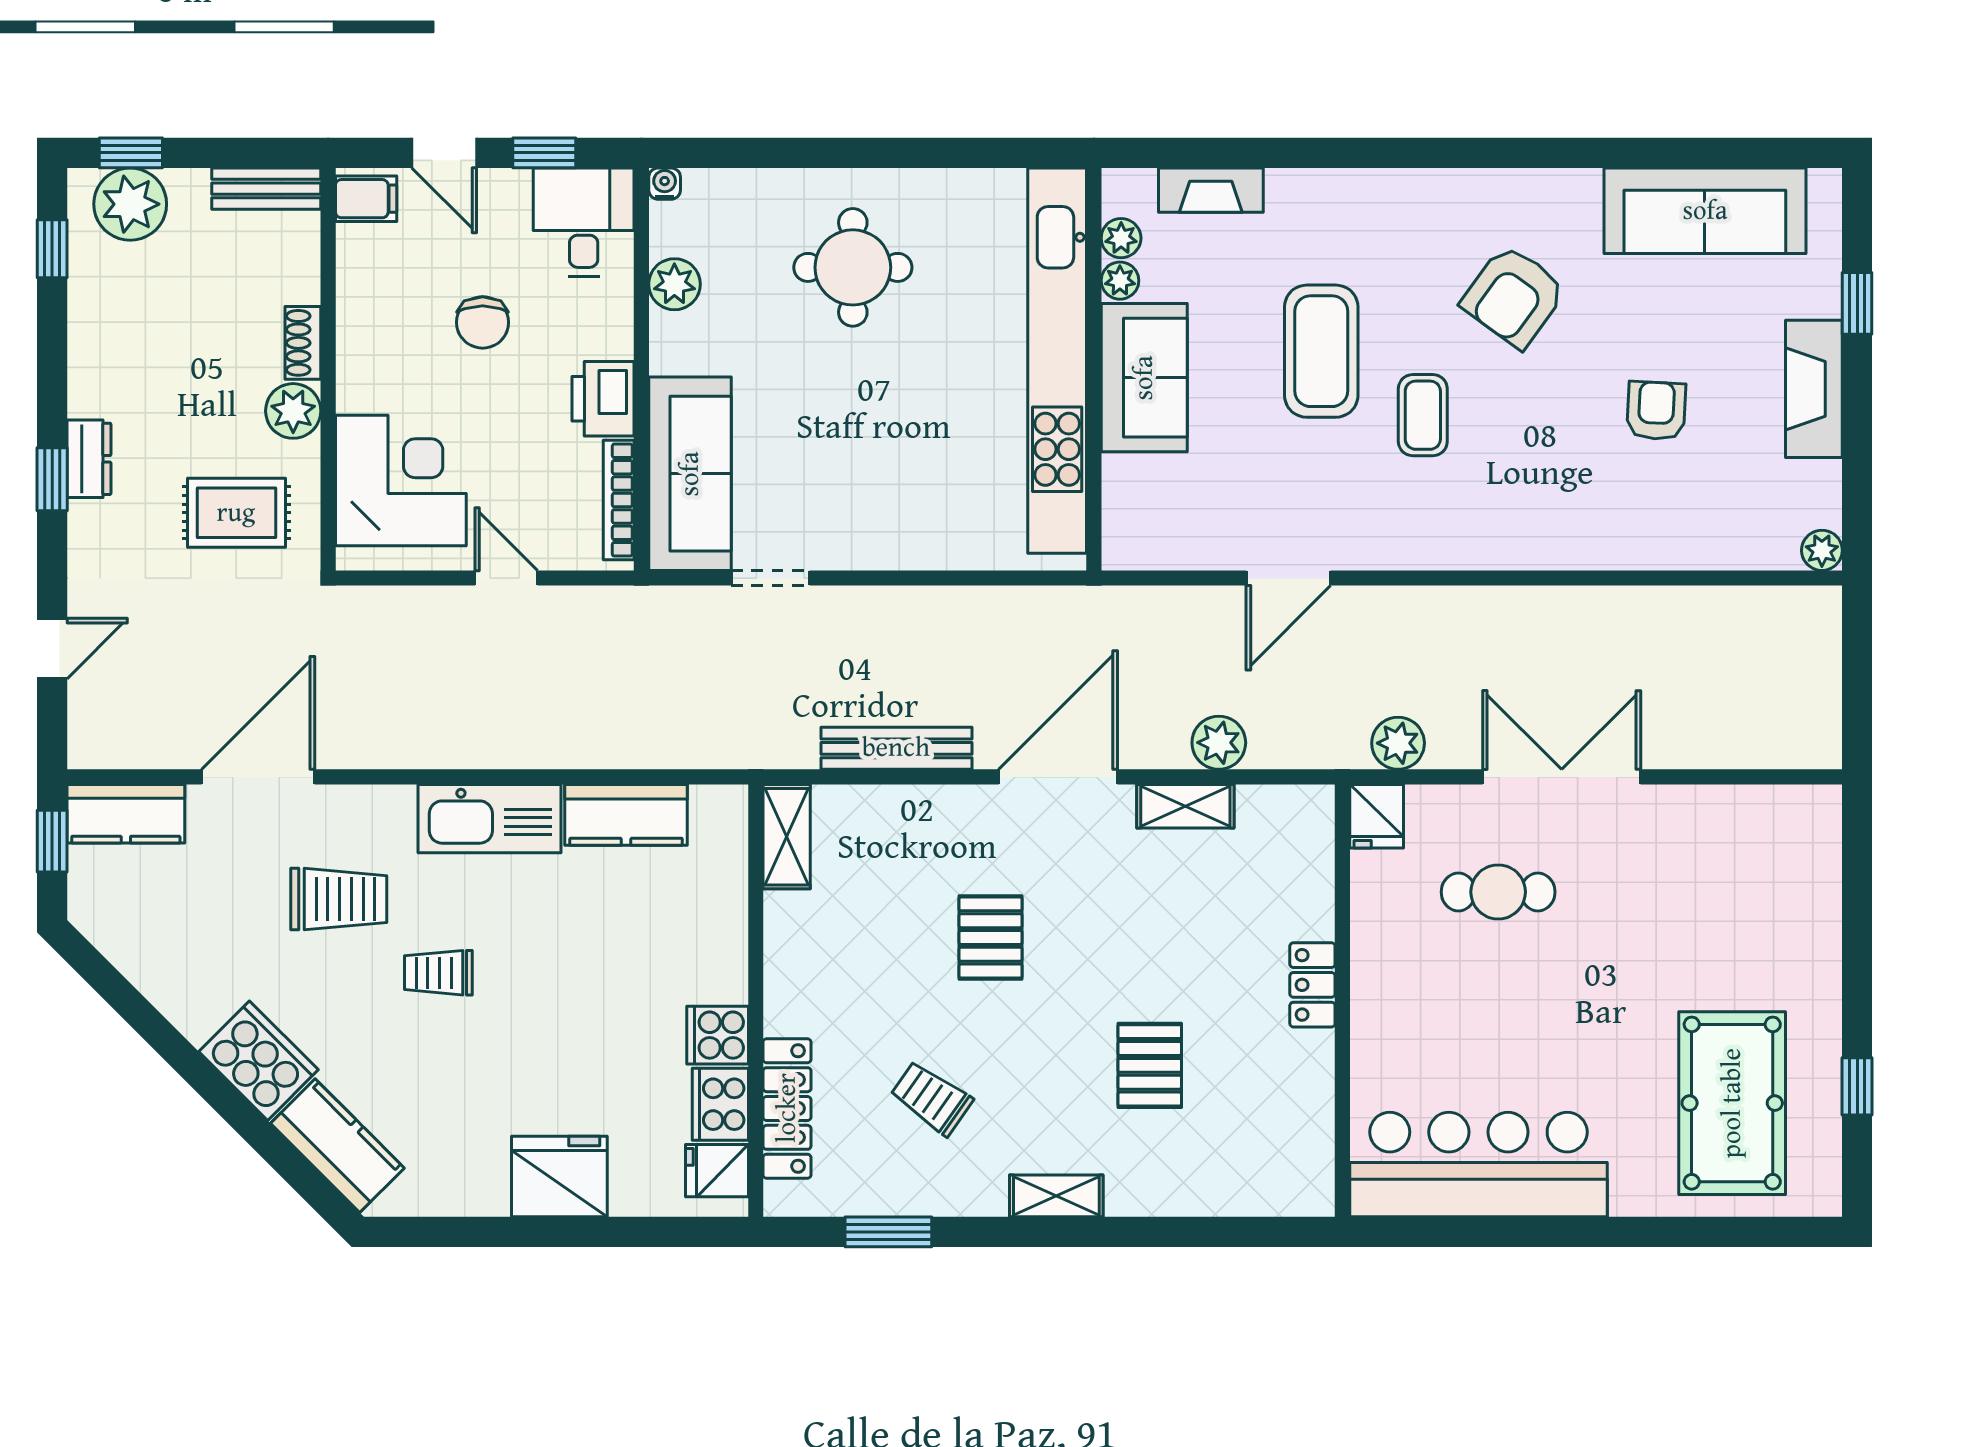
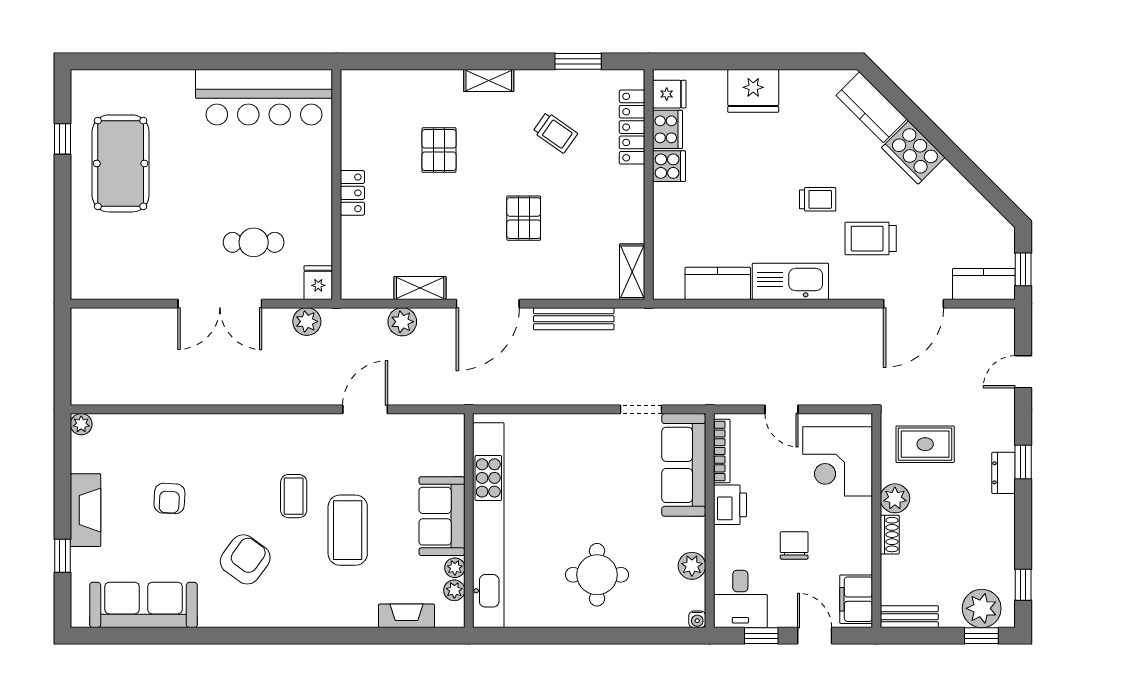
filing cabinet: (366, 199) -> (856, 599), width x2.00
pool table: (1732, 1103) -> (121, 163), moved

